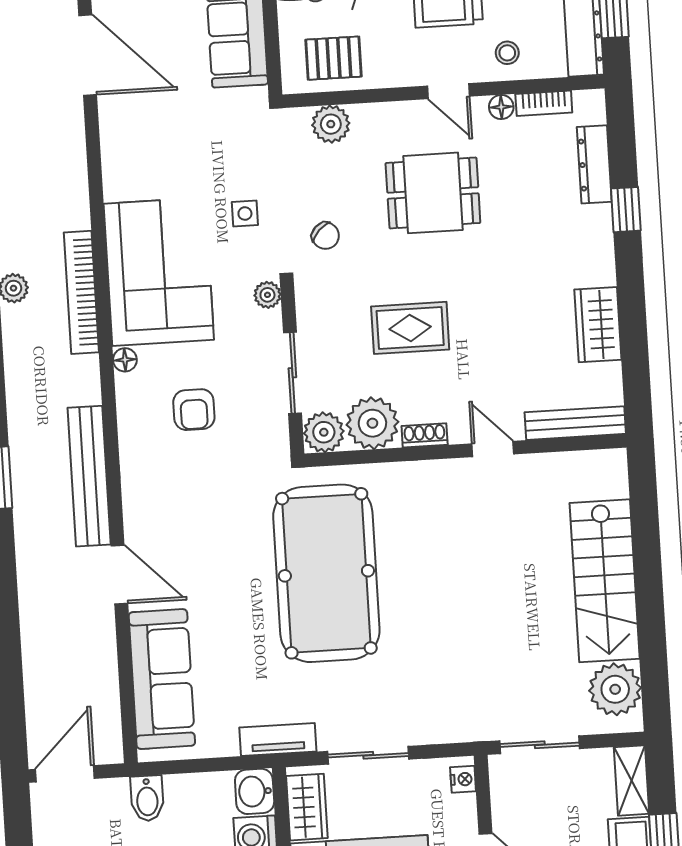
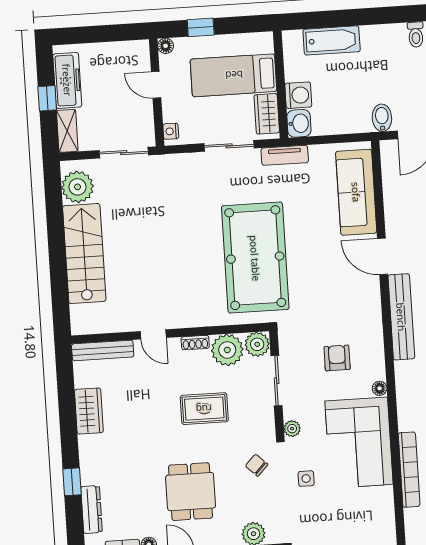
dining table: (433, 193) -> (191, 492), turned 90
bookcase: (81, 292) -> (409, 470), moved
bidet: (147, 798) -> (382, 118), moved

